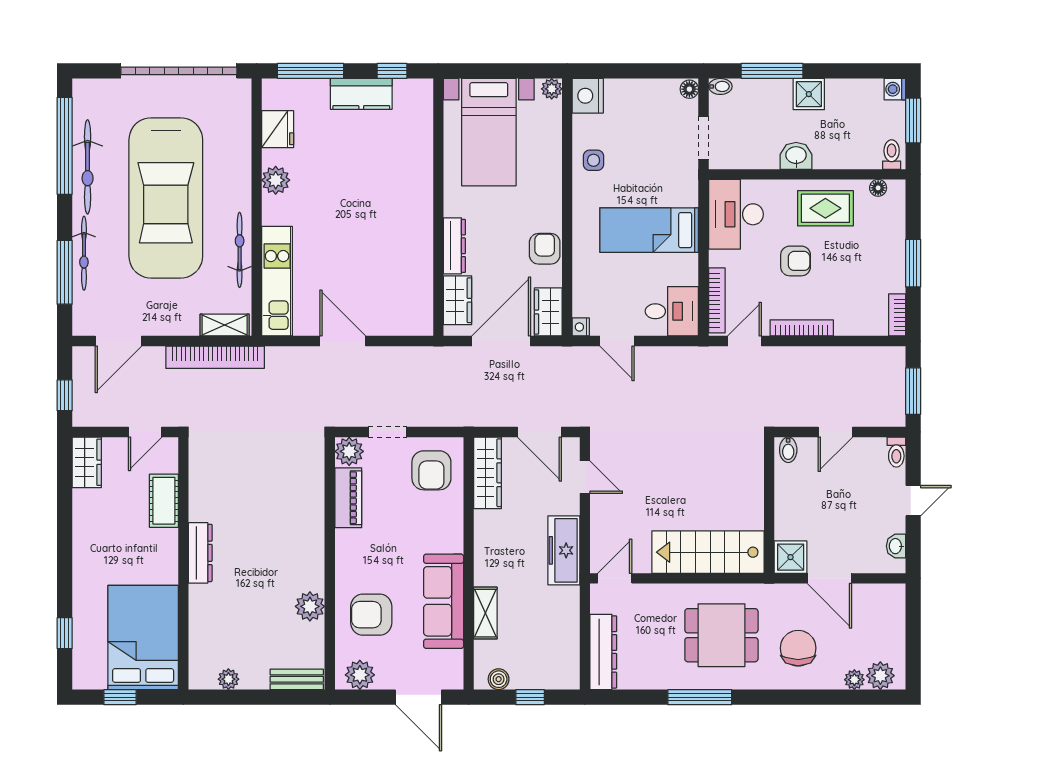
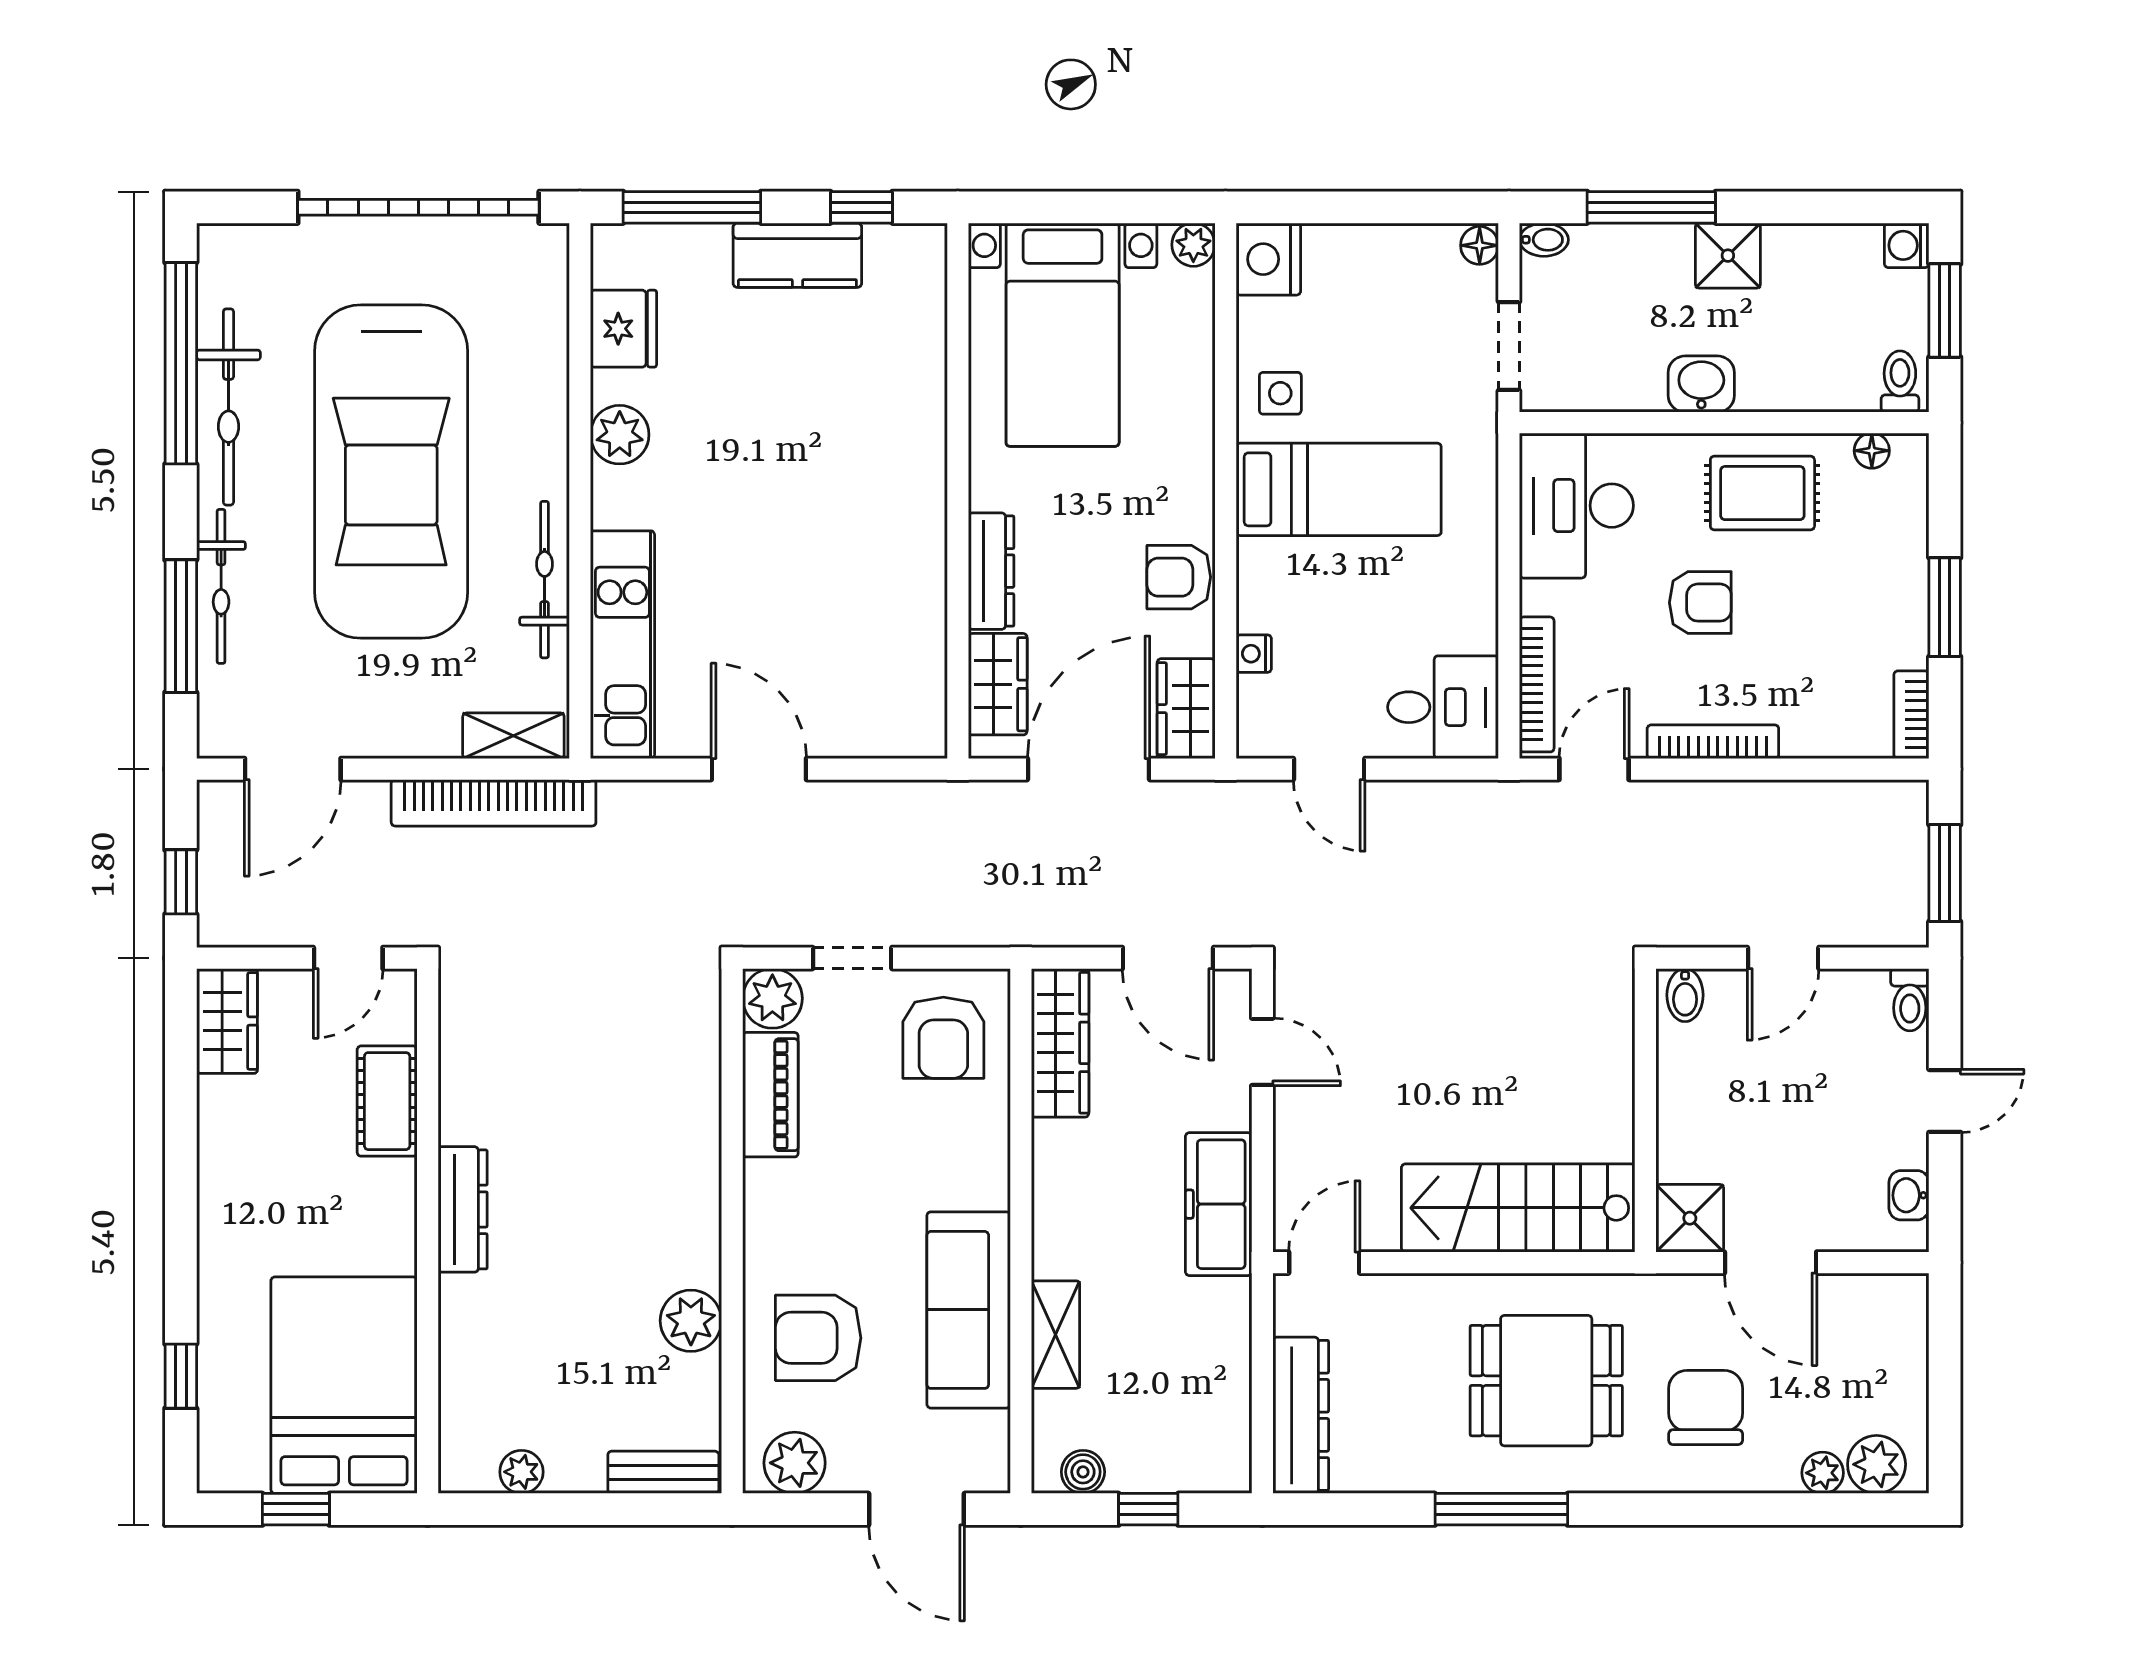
bed: (649, 230) -> (1339, 489), moved, turned 180
armchair: (545, 249) -> (1179, 577), turned -90
nightstand: (581, 327) -> (1254, 654), moved

